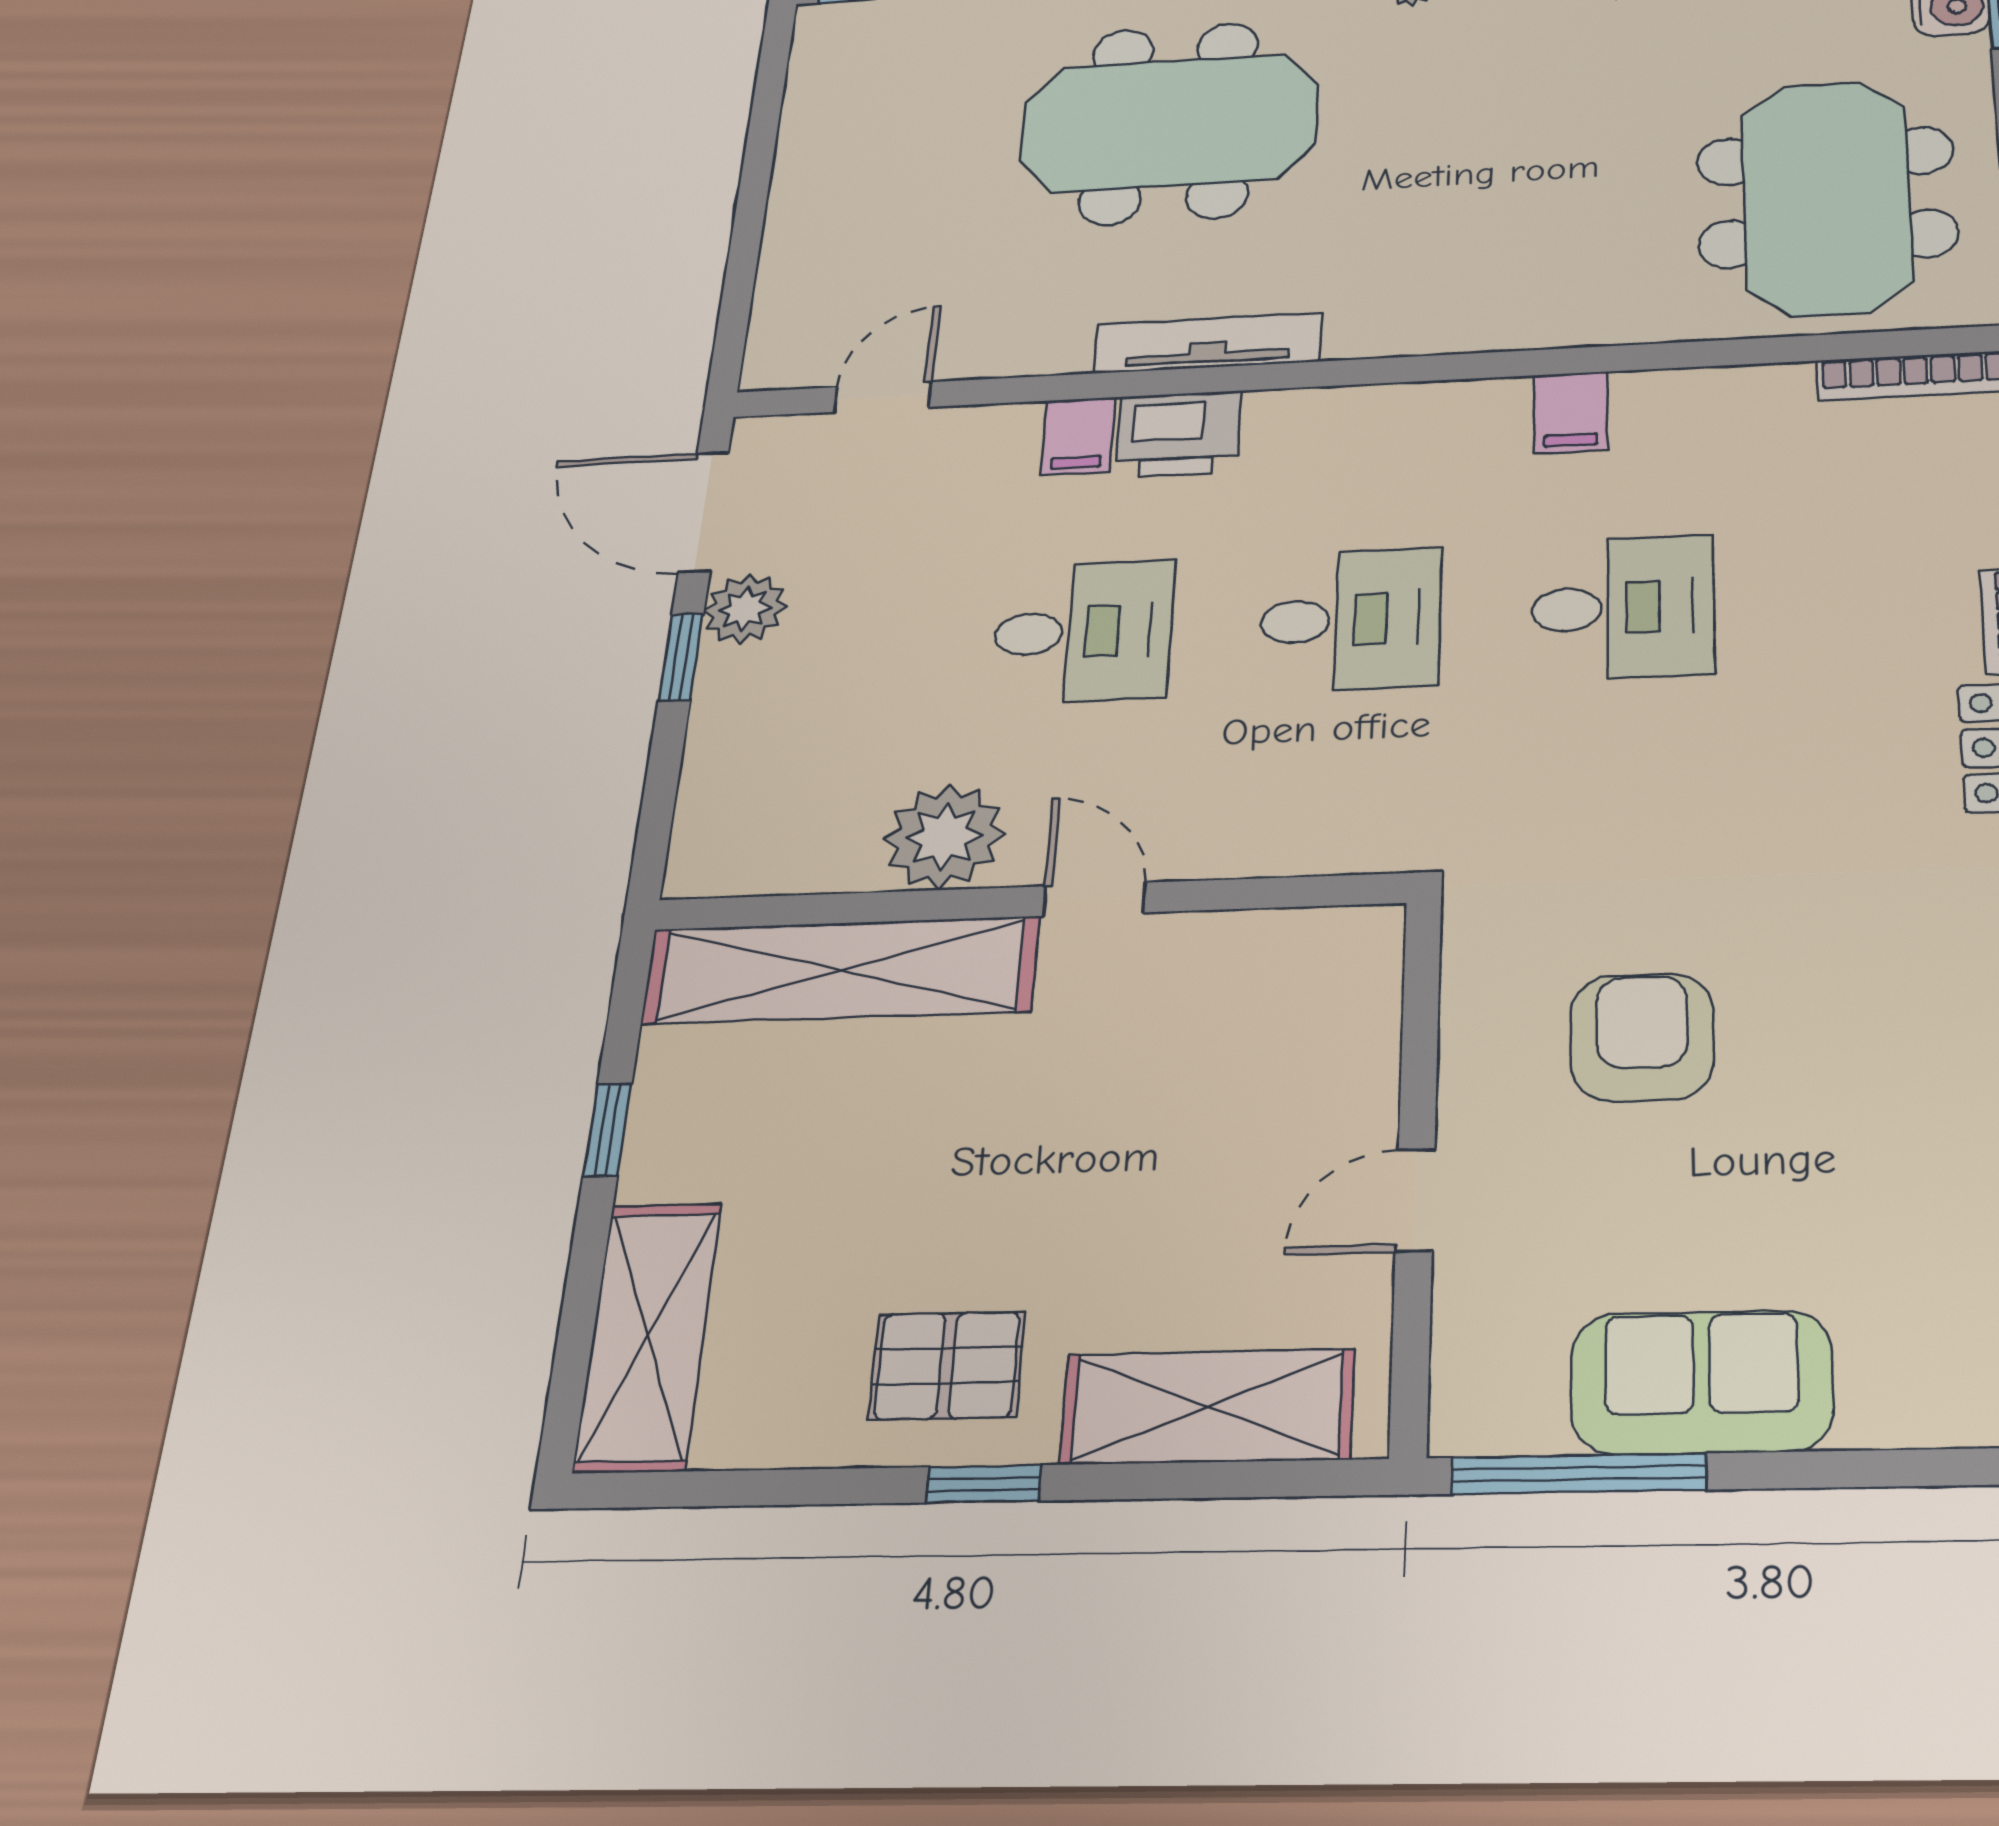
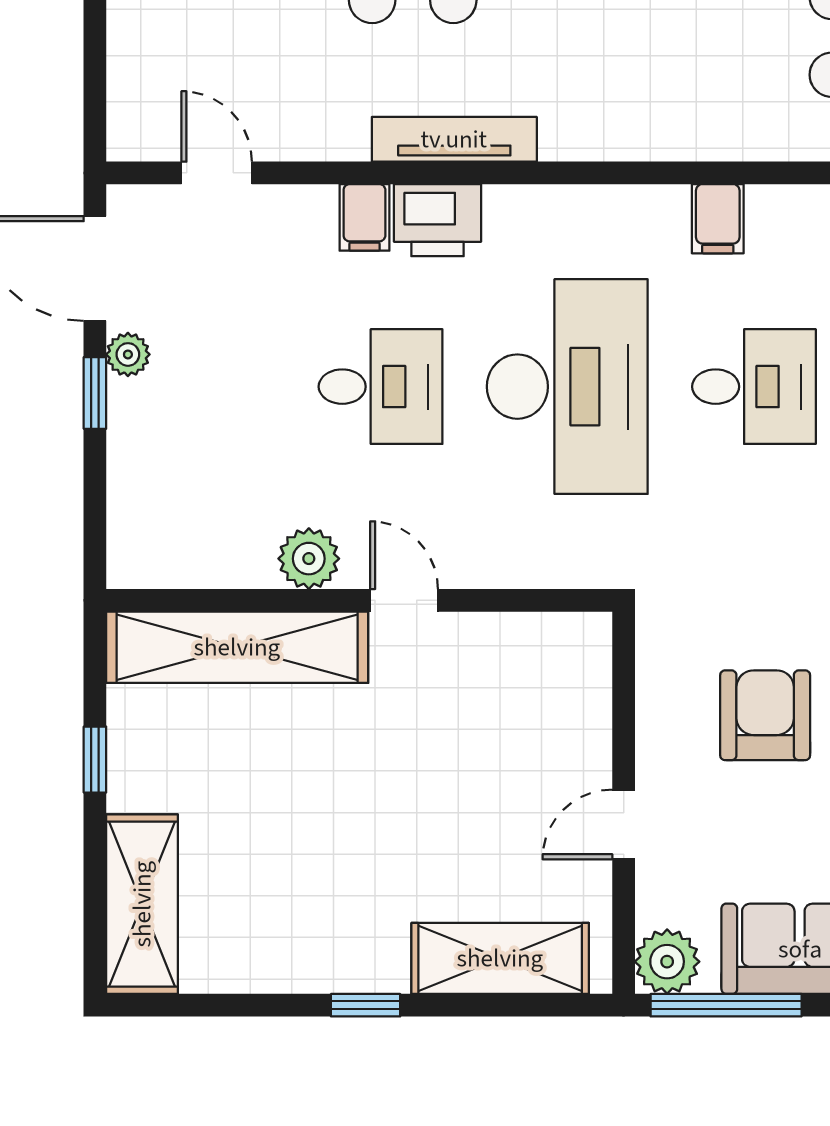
door: (883, 397) -> (217, 173), hinge flipped
plant: (745, 609) -> (128, 354), width x0.73, depth x0.73
desk: (1351, 620) -> (567, 387), width x1.87, depth x1.30
plant: (944, 836) -> (309, 559), width x0.73, depth x0.73
pallet: (947, 1366) -> (336, 928), removed
plant: (1481, 1406) -> (667, 962), added

